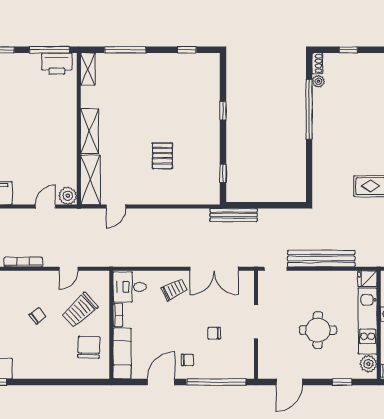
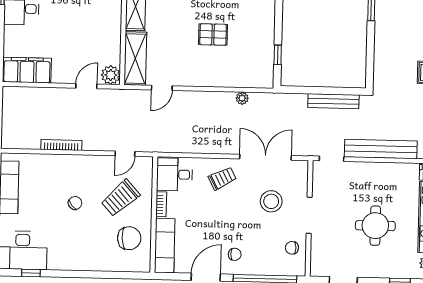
pallet: (162, 156) -> (213, 34), turned 90
plant: (191, 214) -> (242, 98), added
bench: (234, 215) -> (333, 101), moved
door: (68, 269) -> (125, 154), moved
double door: (214, 269) -> (266, 157), swing flipped
stool: (220, 310) -> (271, 201), added
chair: (214, 333) -> (292, 248), moved
chair: (89, 347) -> (129, 238), turned 85

